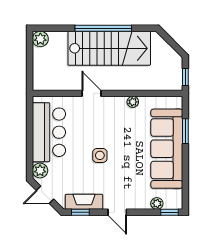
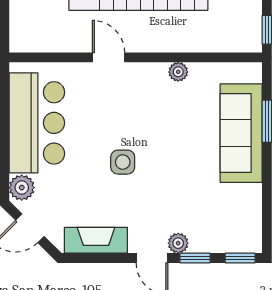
sofa: (167, 149) -> (241, 133), width x0.74, depth x0.79
plant: (157, 203) -> (178, 243), moved
window: (80, 212) -> (195, 258), moved

